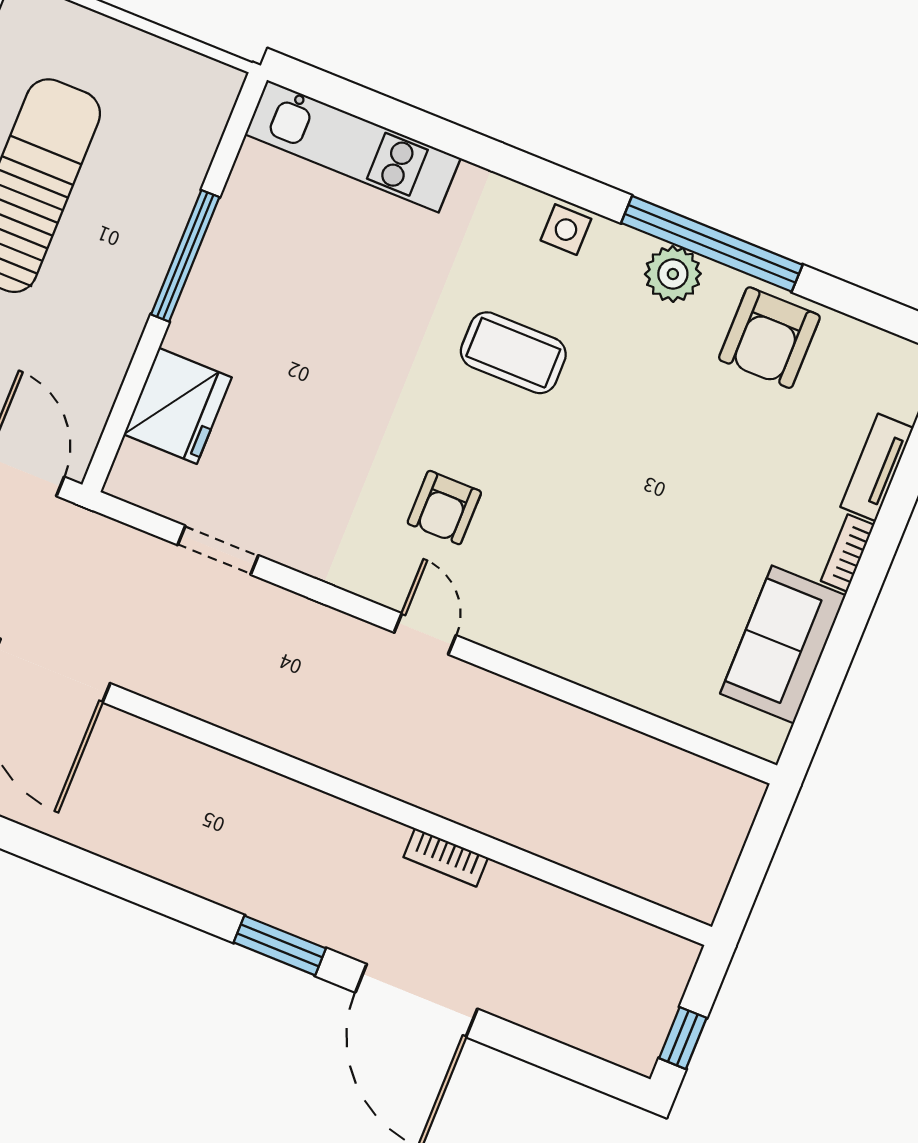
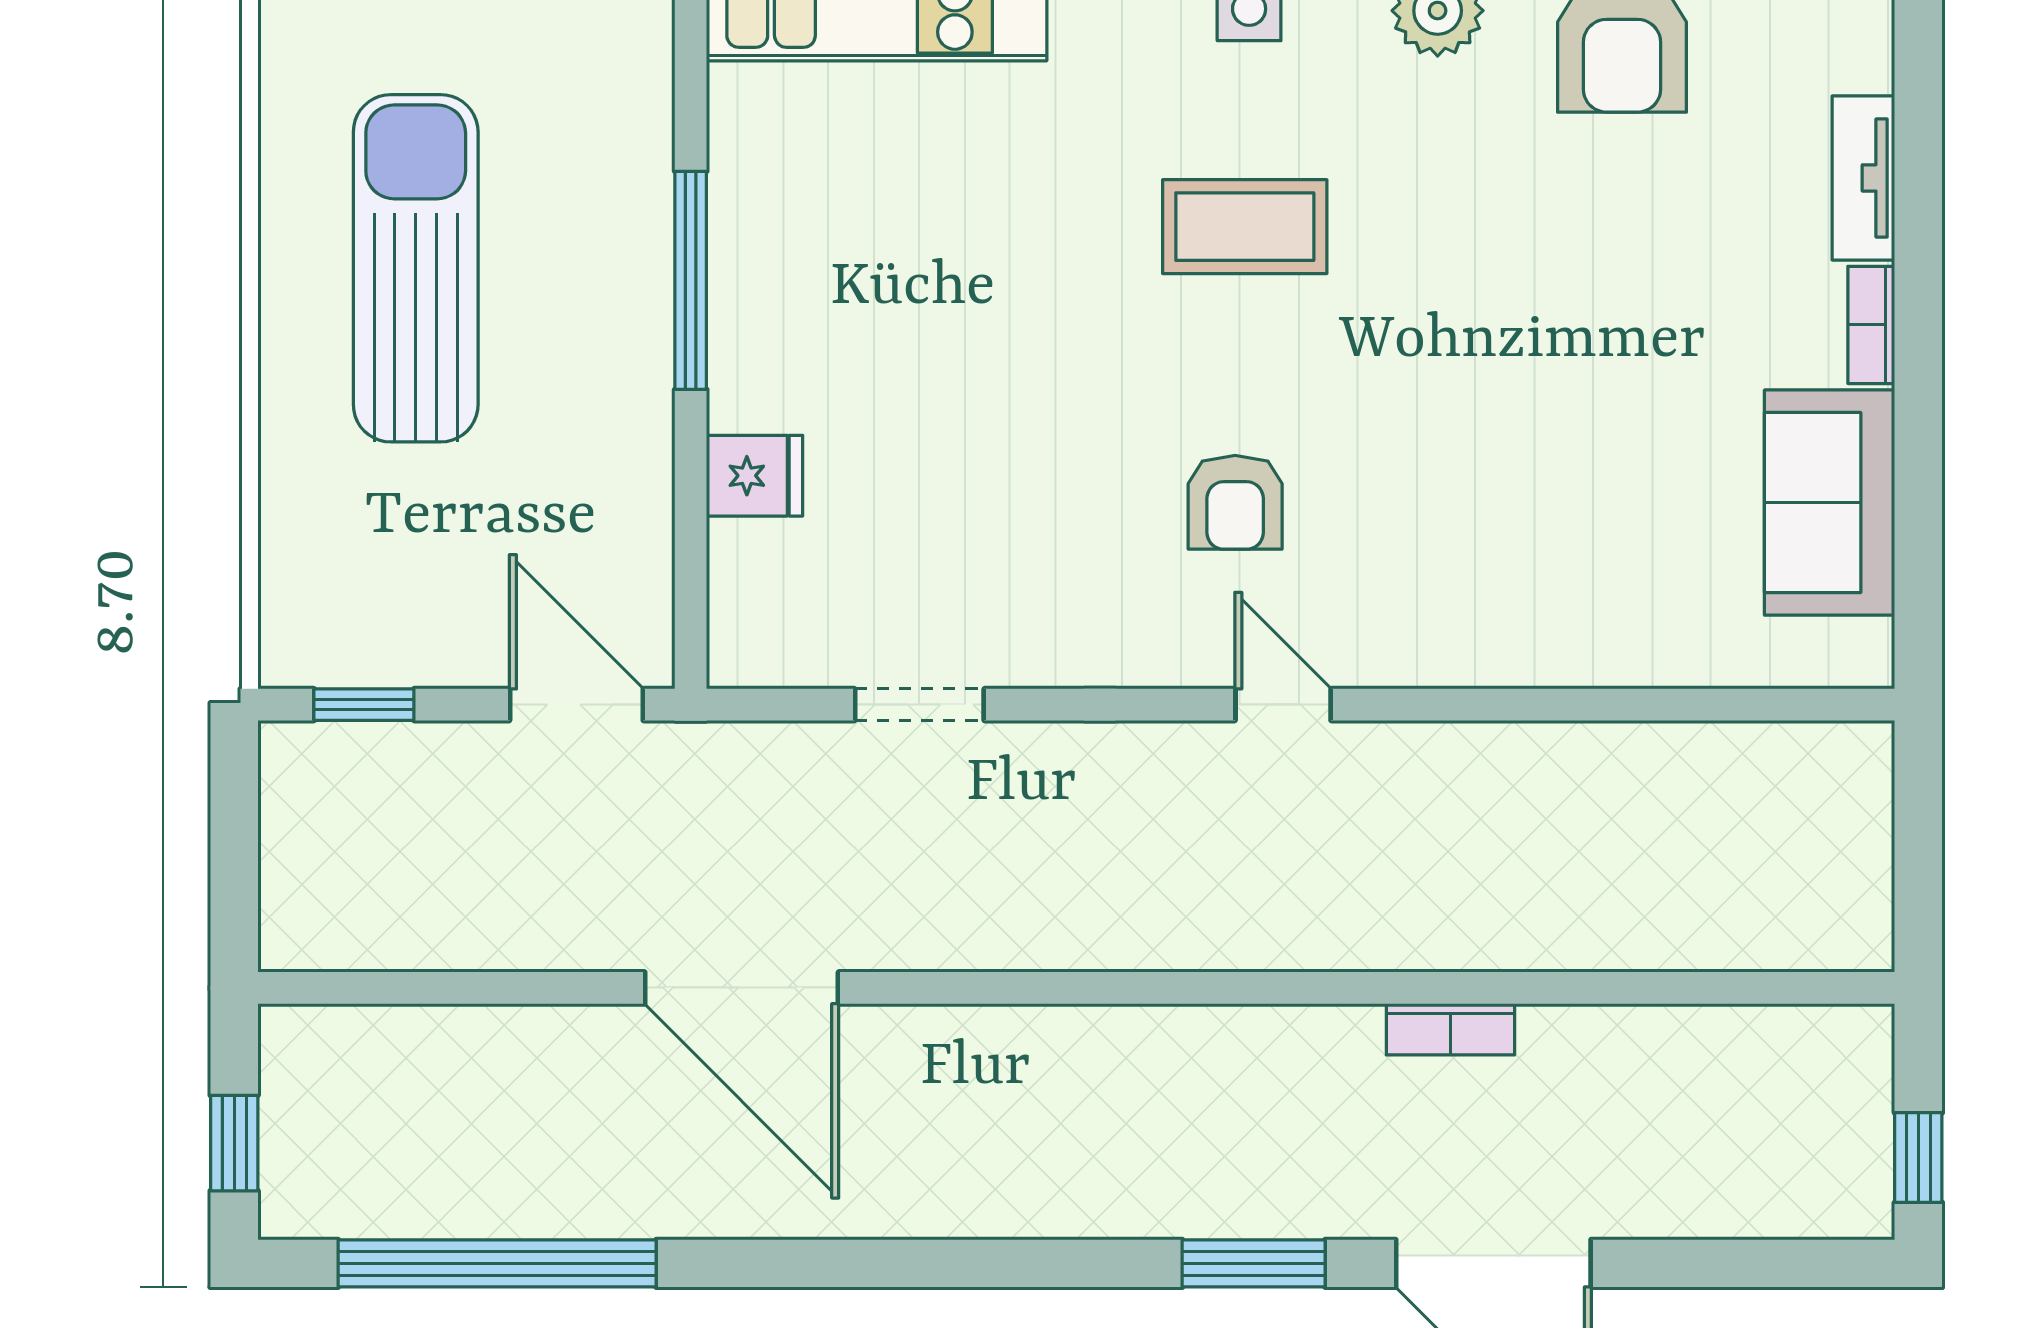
fridge: (178, 406) -> (755, 476), width x0.53, depth x0.75

